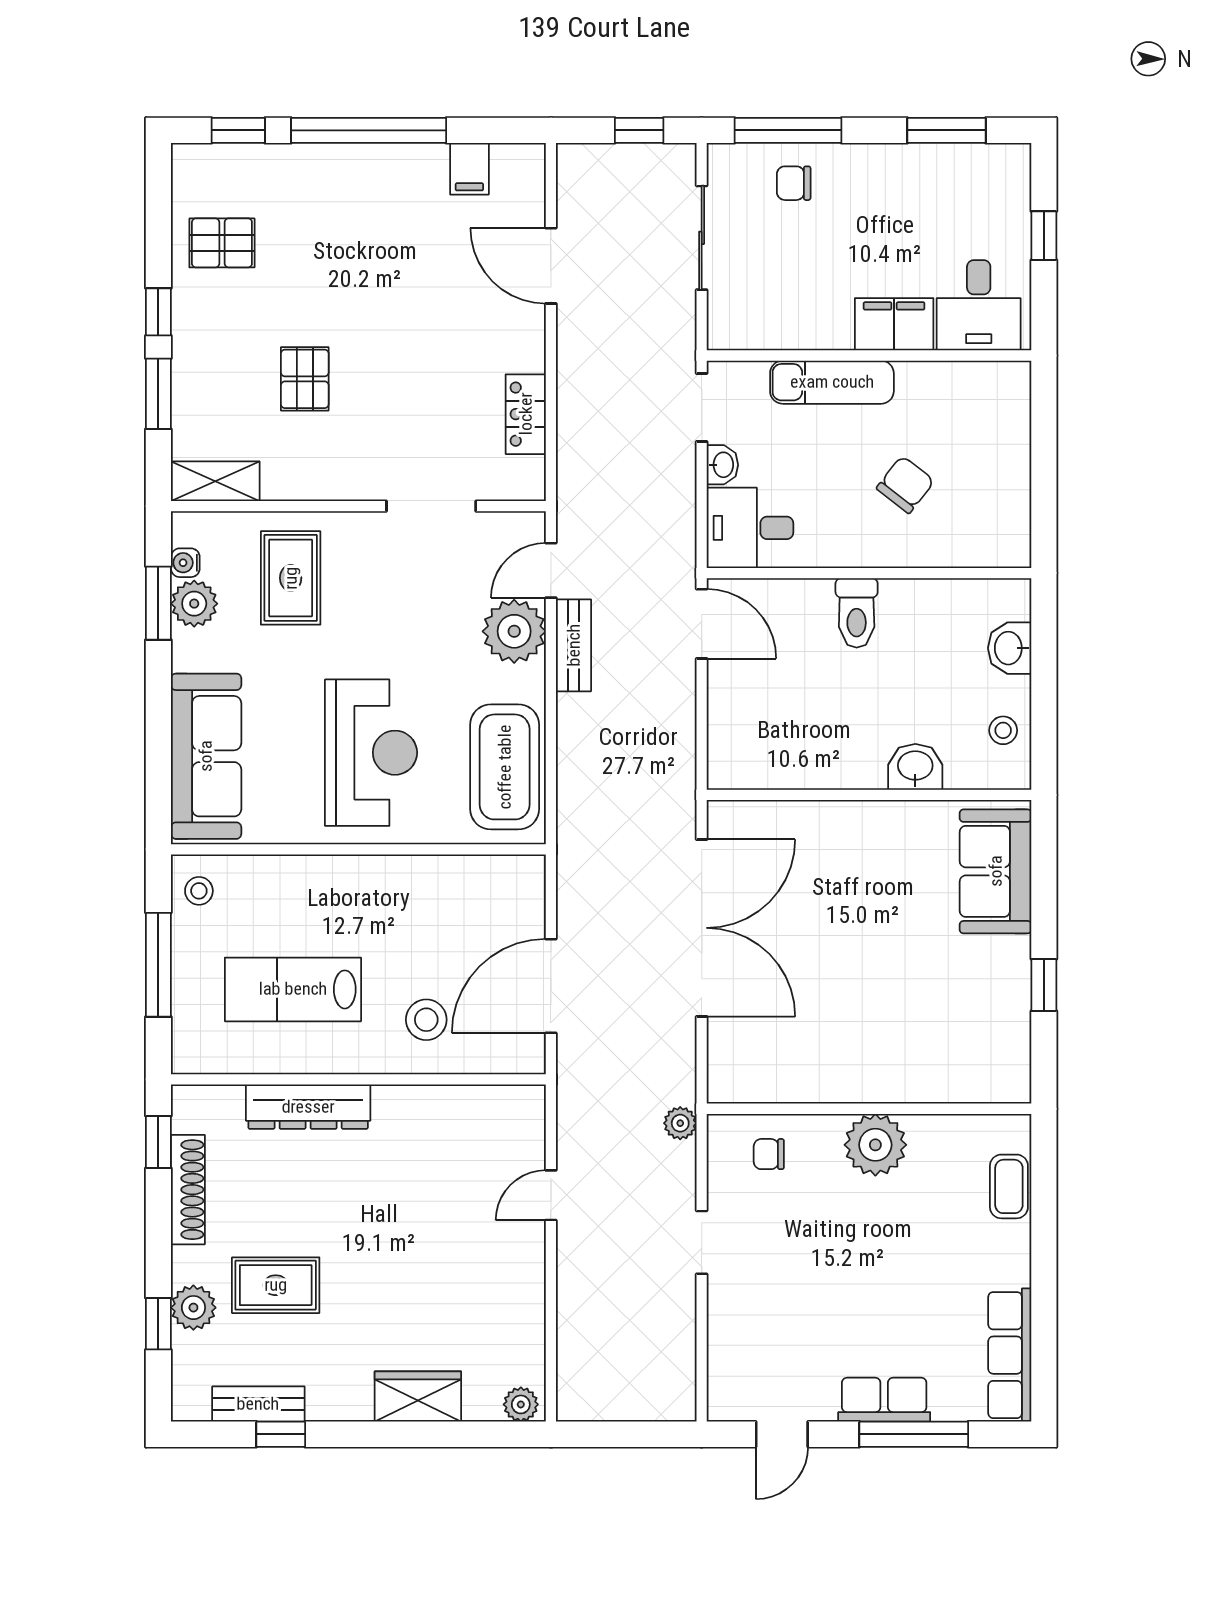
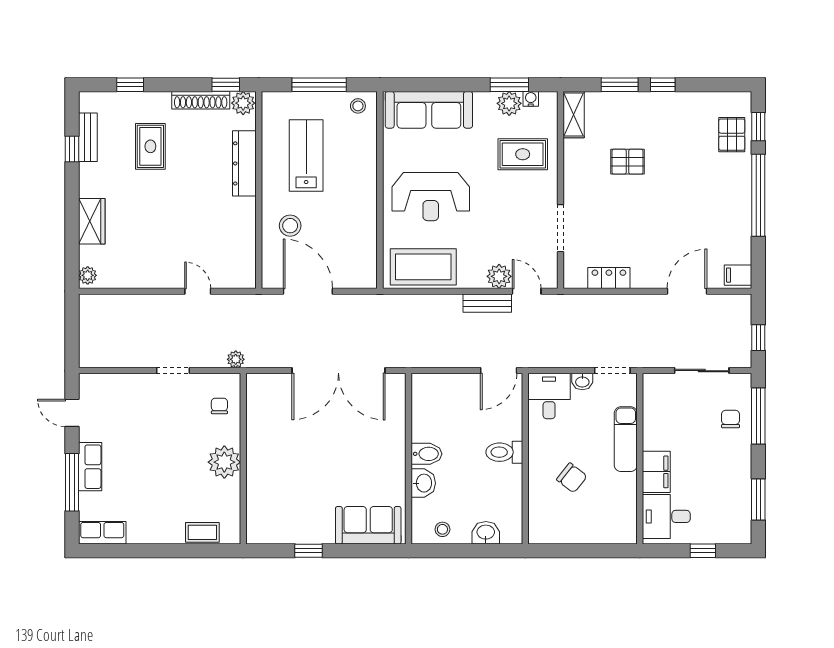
filing cabinet: (469, 169) -> (738, 275), moved
pallet: (222, 243) -> (732, 135), moved
plant: (514, 631) -> (499, 276), width x0.73, depth x0.73
bidet: (860, 761) -> (427, 454), added
plant: (193, 1308) -> (243, 103), moved
row of seats: (1010, 1355) -> (102, 533), width x0.68

